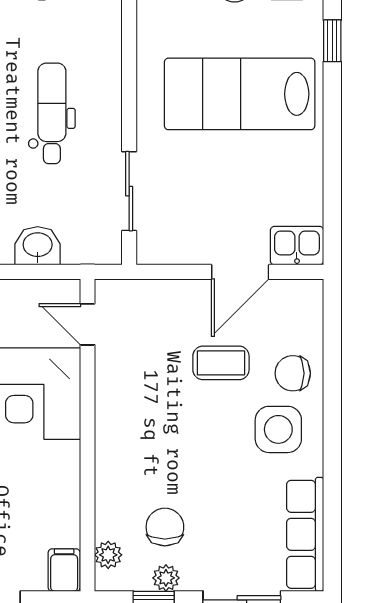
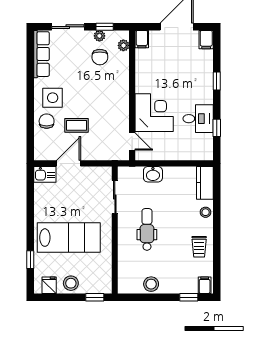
dental chair: (52, 113) -> (147, 229), turned 180
chair: (293, 373) -> (47, 121), turned -90

